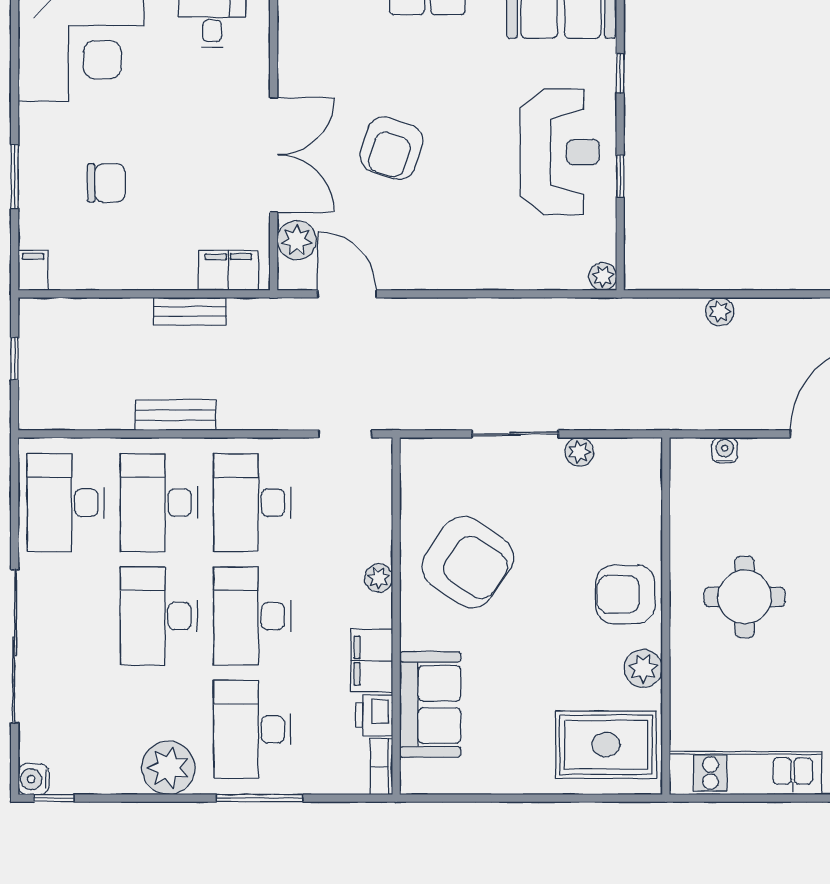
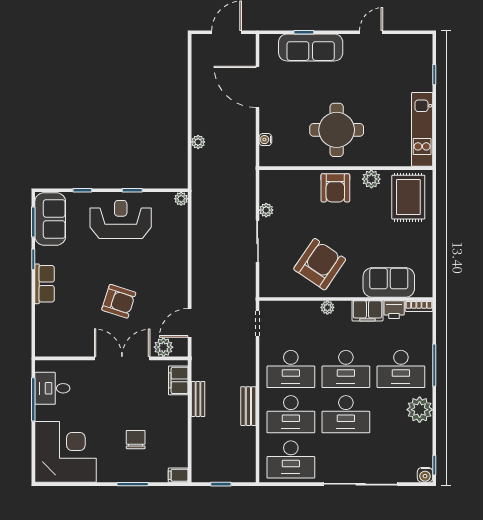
round table: (745, 597) -> (337, 130), width x1.36, depth x1.36

